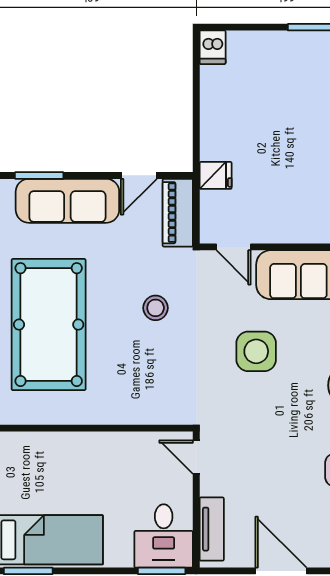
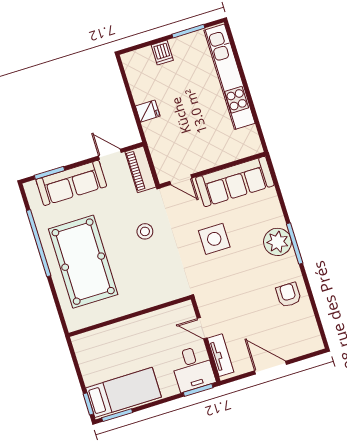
dishwasher: (213, 47) -> (162, 53), moved
door: (139, 175) -> (110, 154), swing flipped
fridge: (216, 175) -> (148, 111), moved
door: (196, 457) -> (202, 328), moved

